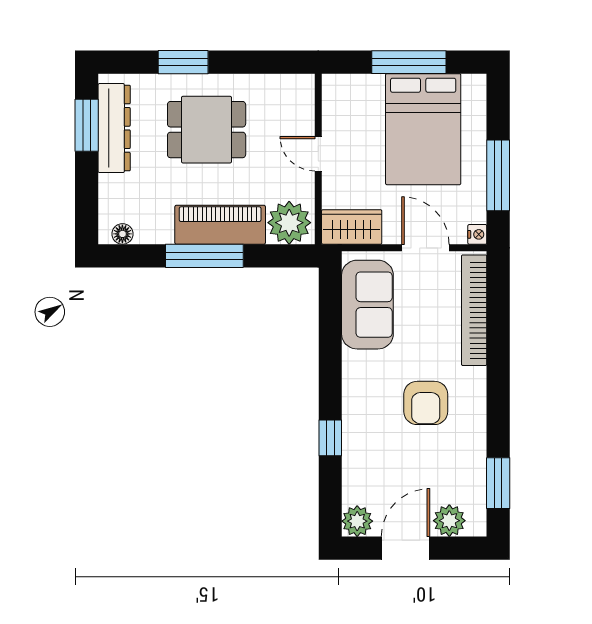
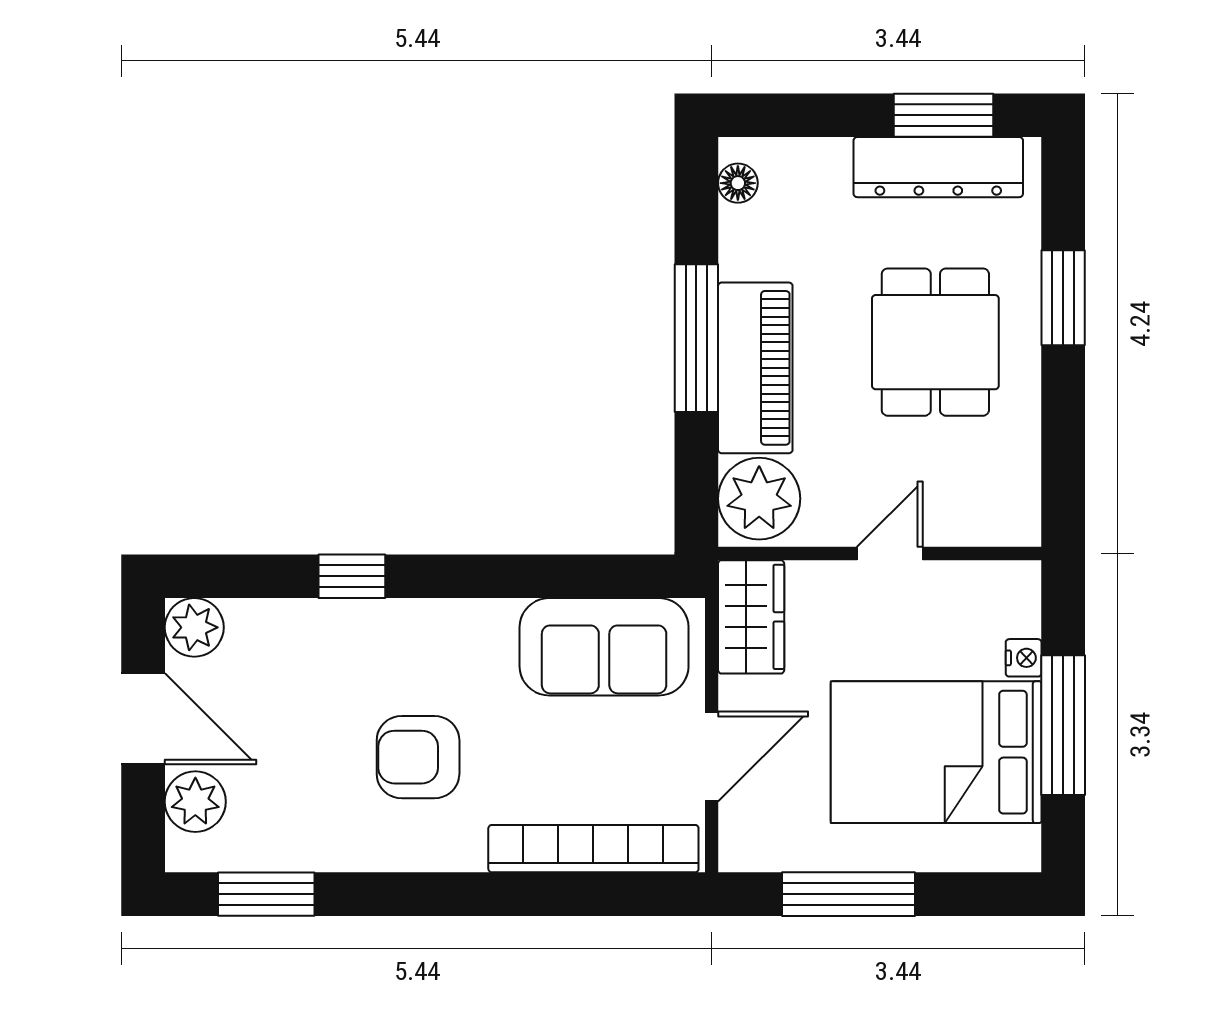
nightstand: (477, 234) -> (1024, 658), moved, turned -90

